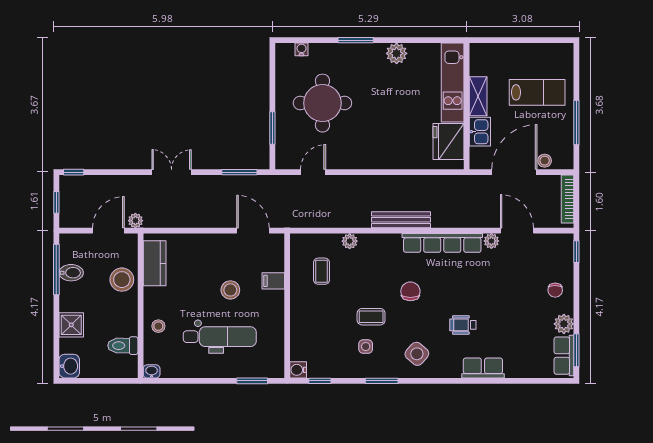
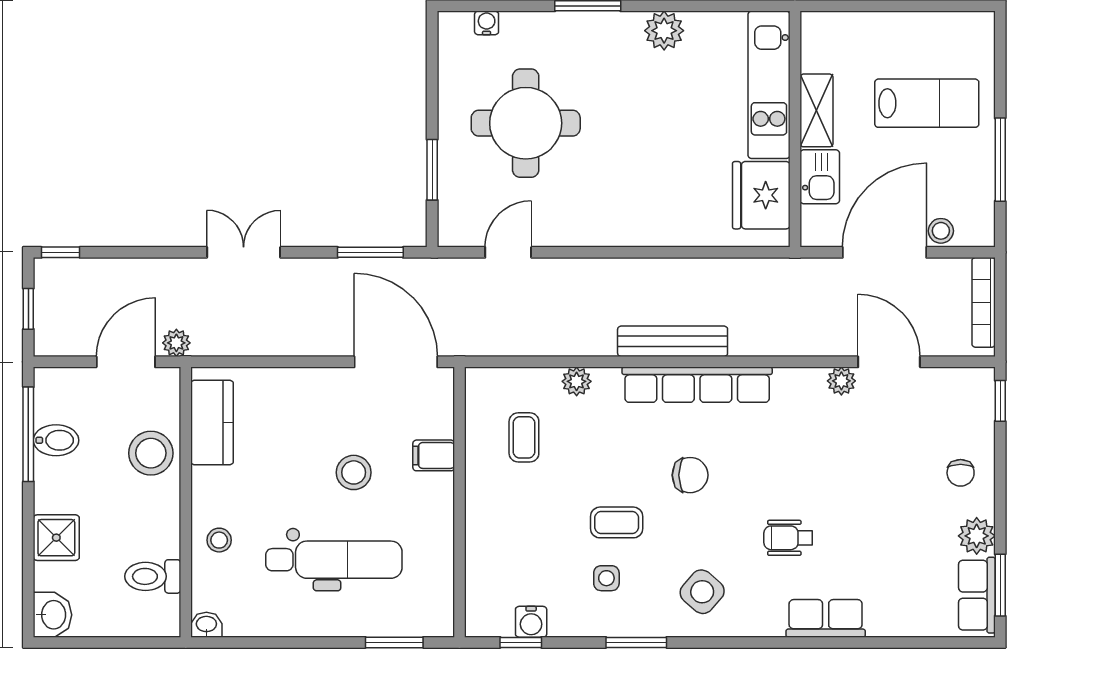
door: (253, 231) -> (396, 362), width x1.36
row of seats: (442, 243) -> (697, 385), moved
chair: (410, 291) -> (690, 475), turned 90
water cooler: (298, 370) -> (531, 622), moved, turned -90

